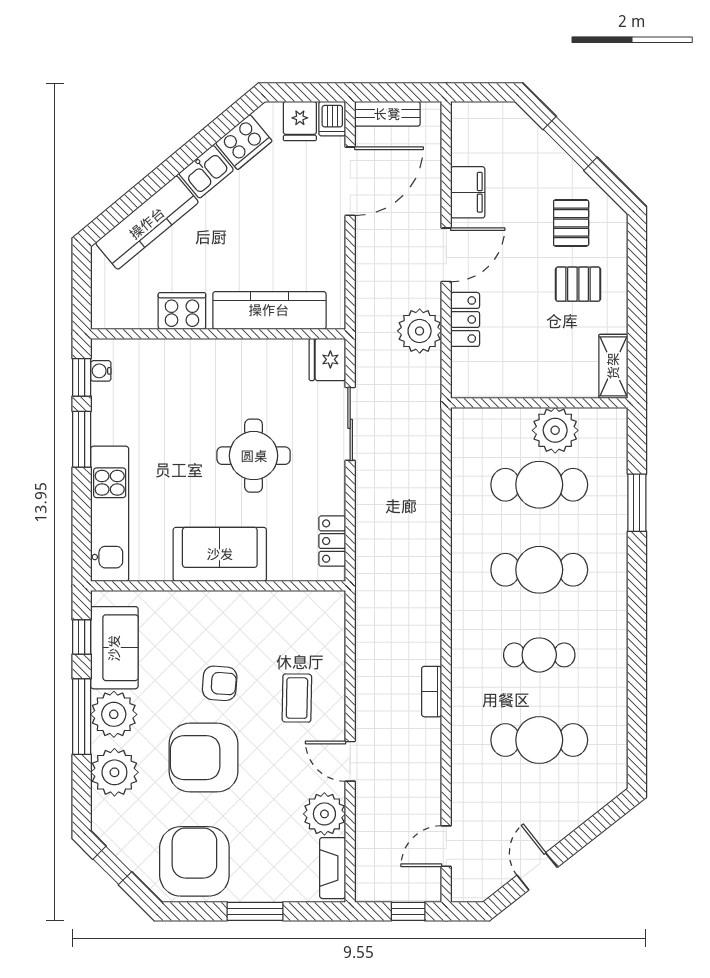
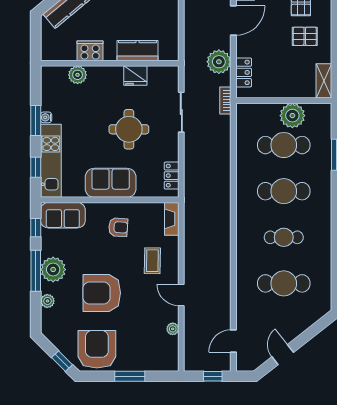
kitchen counter: (269, 310) -> (138, 51), width x0.67
locker: (465, 319) -> (244, 72), moved
plant: (159, 355) -> (78, 75), added
fridge: (327, 359) -> (135, 76), moved, turned -90
water cooler: (101, 371) -> (46, 117), moved
window: (82, 377) -> (36, 167), moved
sofa: (114, 648) -> (63, 215), moved, turned 90
armchair: (220, 683) -> (118, 227), moved
bookcase: (432, 692) -> (225, 101), moved
plant: (114, 772) -> (47, 301), width x0.53, depth x0.53
plant: (324, 814) -> (173, 329), width x0.53, depth x0.53
window: (112, 865) -> (62, 361), moved
fireplace: (333, 868) -> (172, 219), moved

